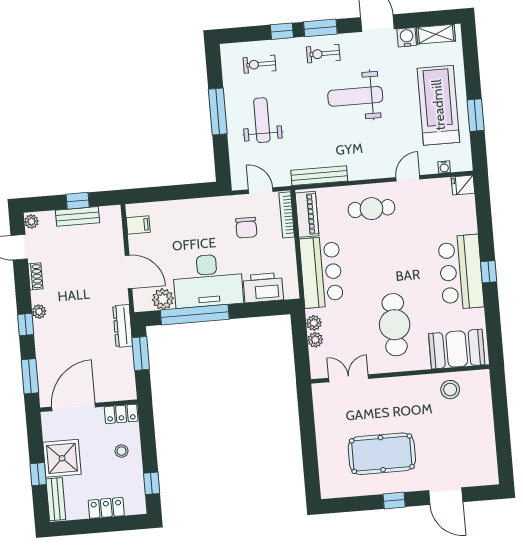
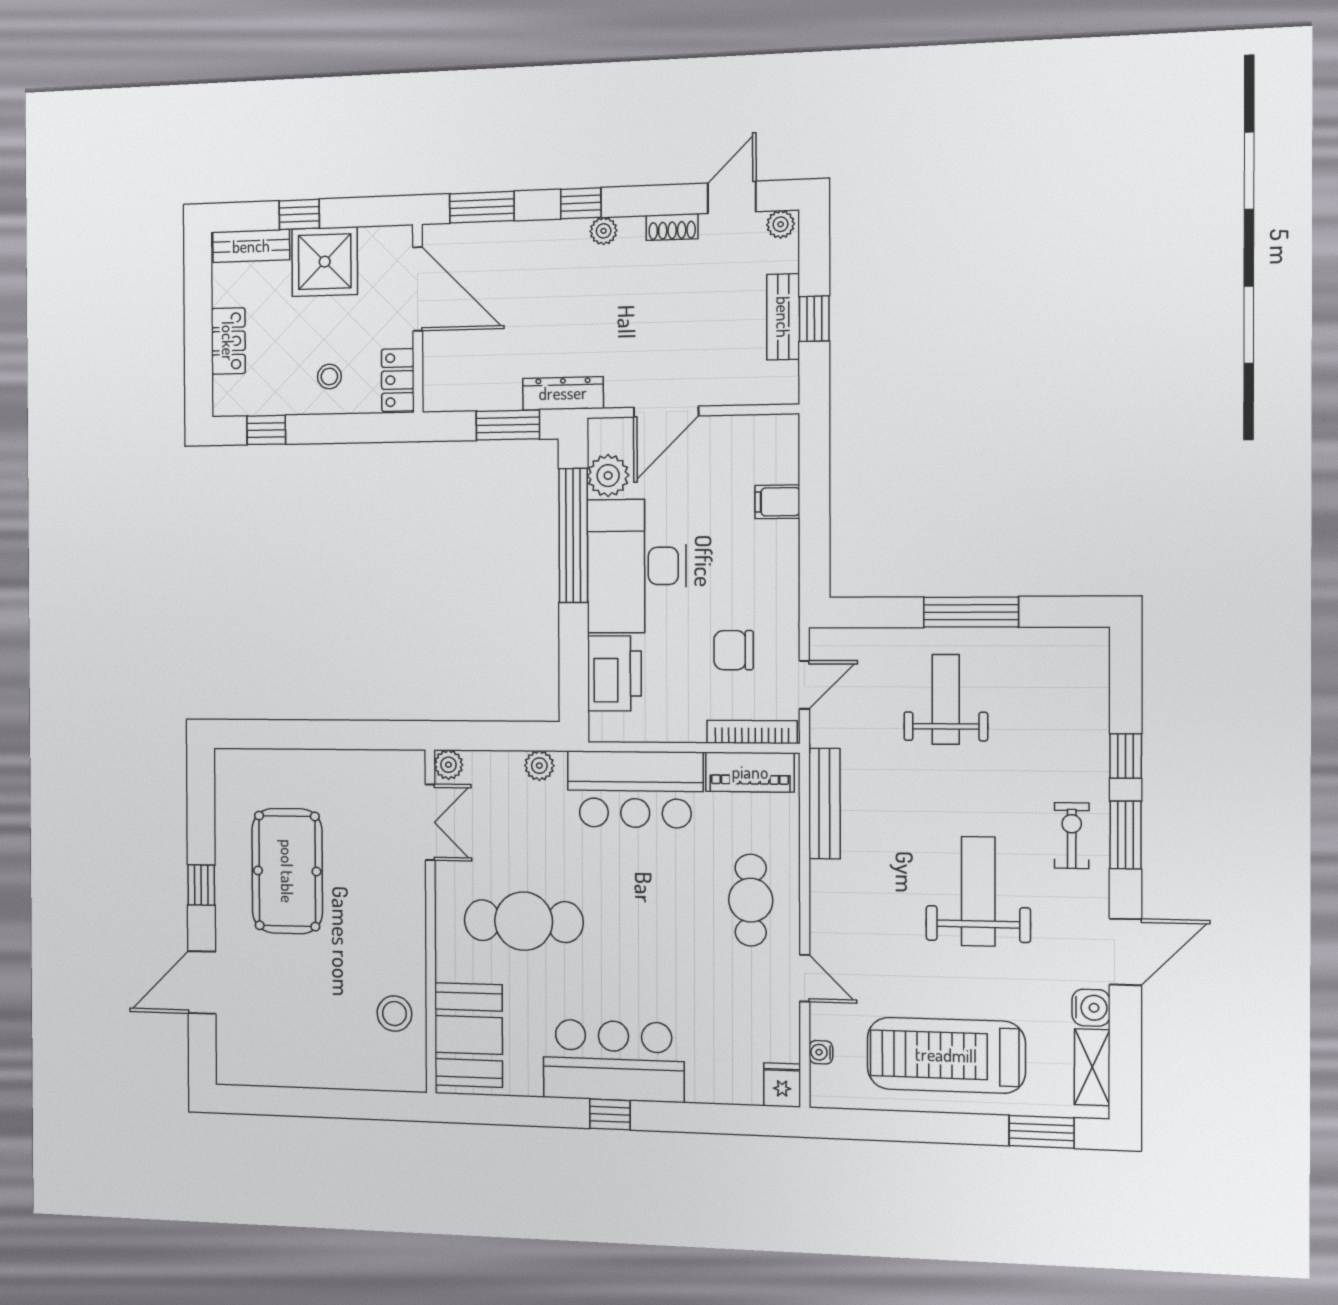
exercise bike: (260, 64) -> (1061, 705), removed
treadmill: (438, 105) -> (946, 1055), turned 180
window: (476, 115) -> (1042, 1132), moved
weight bench: (262, 120) -> (946, 699), turned -90
filing cabinet: (138, 225) -> (777, 502), moved, turned 90
plant: (315, 340) -> (448, 765), moved

